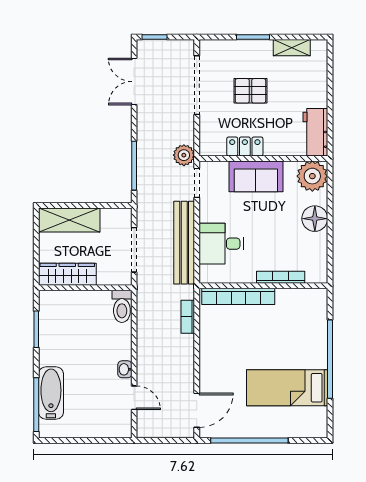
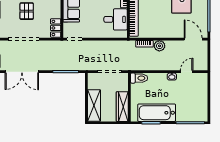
double door: (134, 82) -> (22, 72), width x1.37
locker: (245, 147) -> (56, 28), moved
plant: (184, 155) -> (159, 46), moved
bench: (184, 243) -> (106, 46), removed
desk: (221, 244) -> (116, 19), moved, turned -90
bathtub: (51, 393) -> (157, 113), moved, width x1.36, depth x1.36

